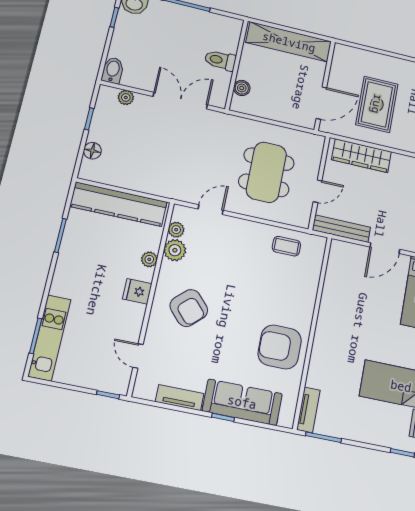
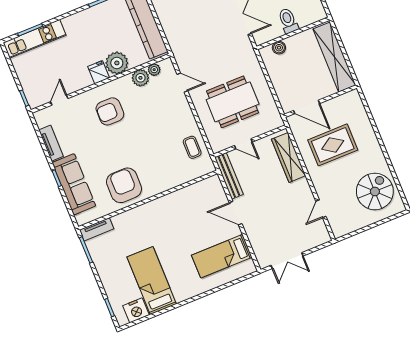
plant: (149, 259) -> (117, 63), width x1.88, depth x1.88
armchair: (189, 308) -> (110, 111), turned 43

